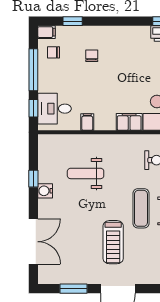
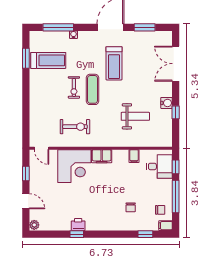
treadmill: (113, 242) -> (114, 63), turned 180

